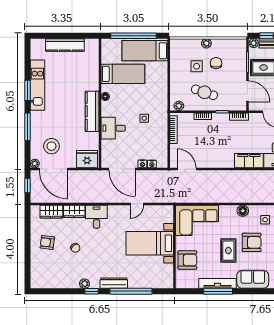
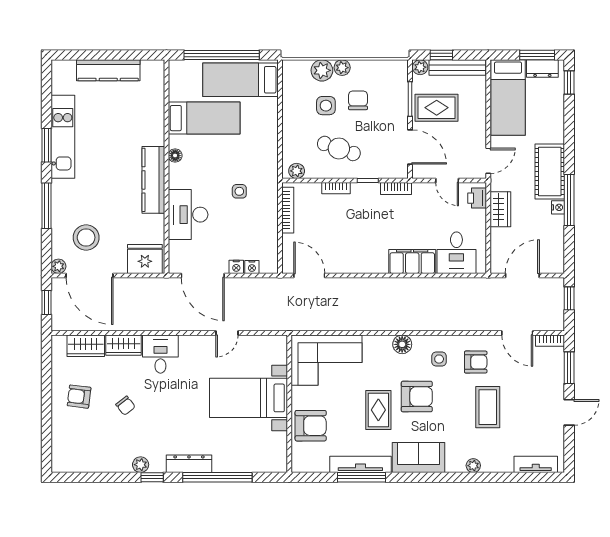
plant: (194, 45) -> (322, 70), added
desk: (113, 128) -> (188, 215), width x1.37

